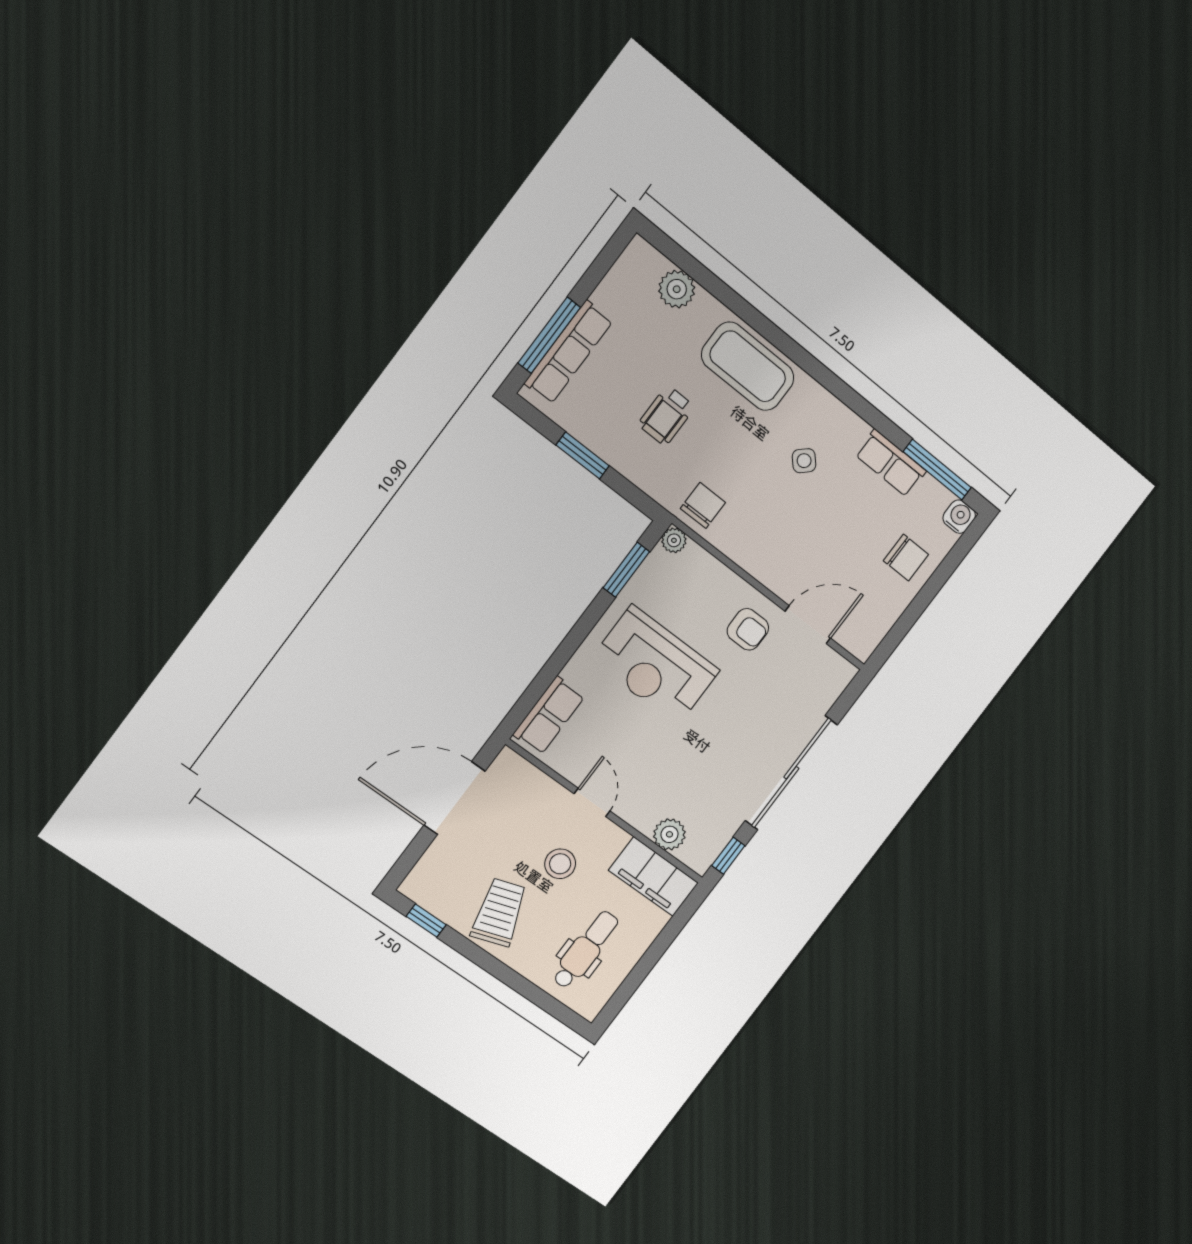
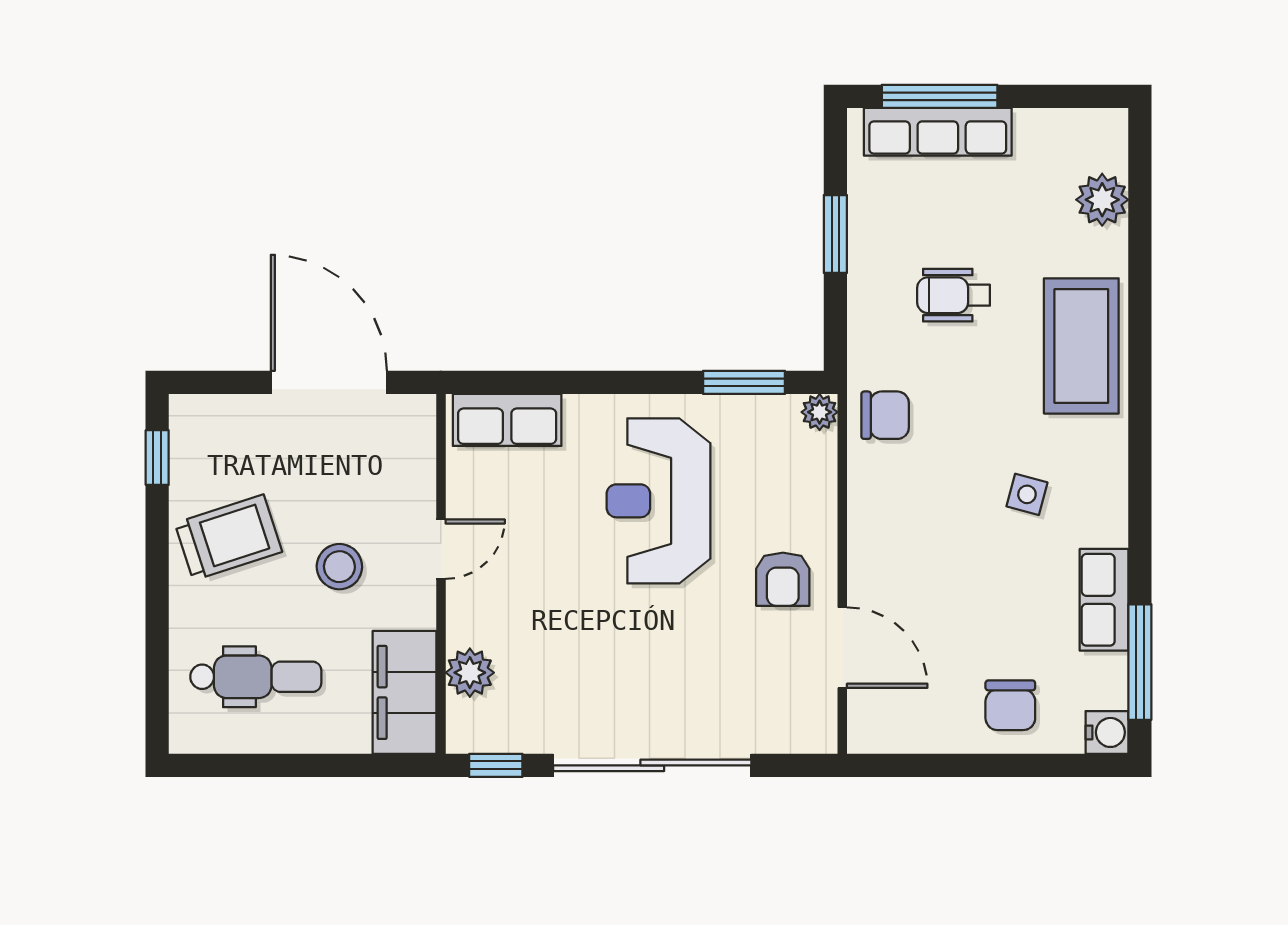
side table: (804, 461) -> (1027, 494), turned -32

